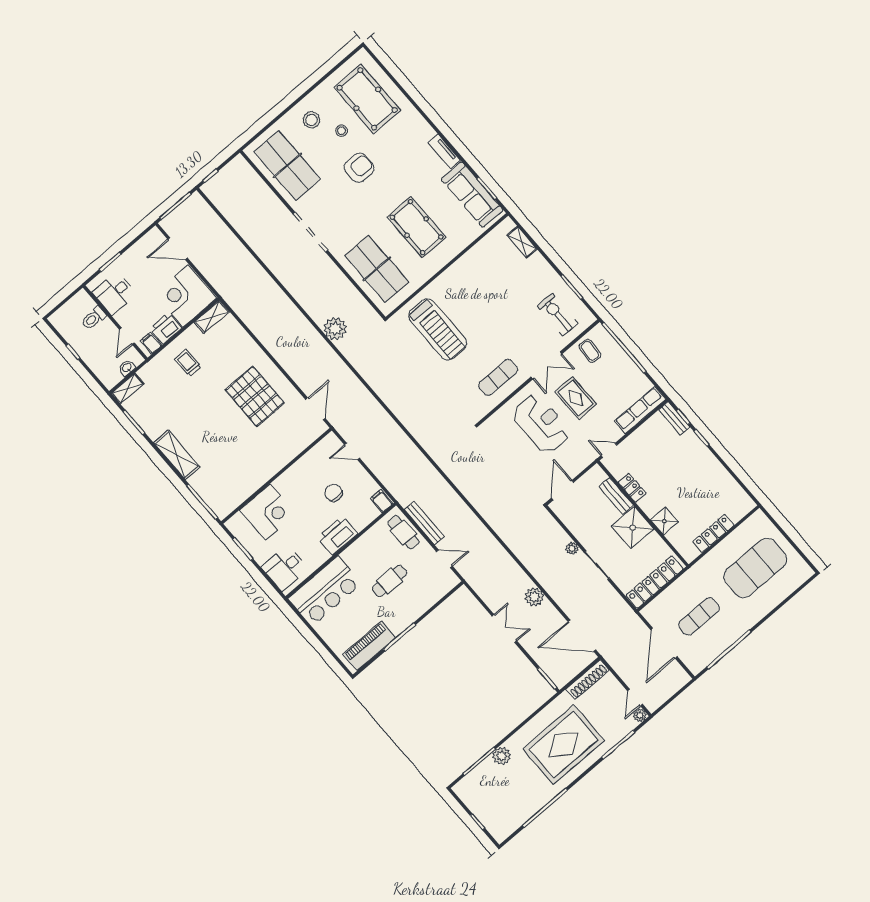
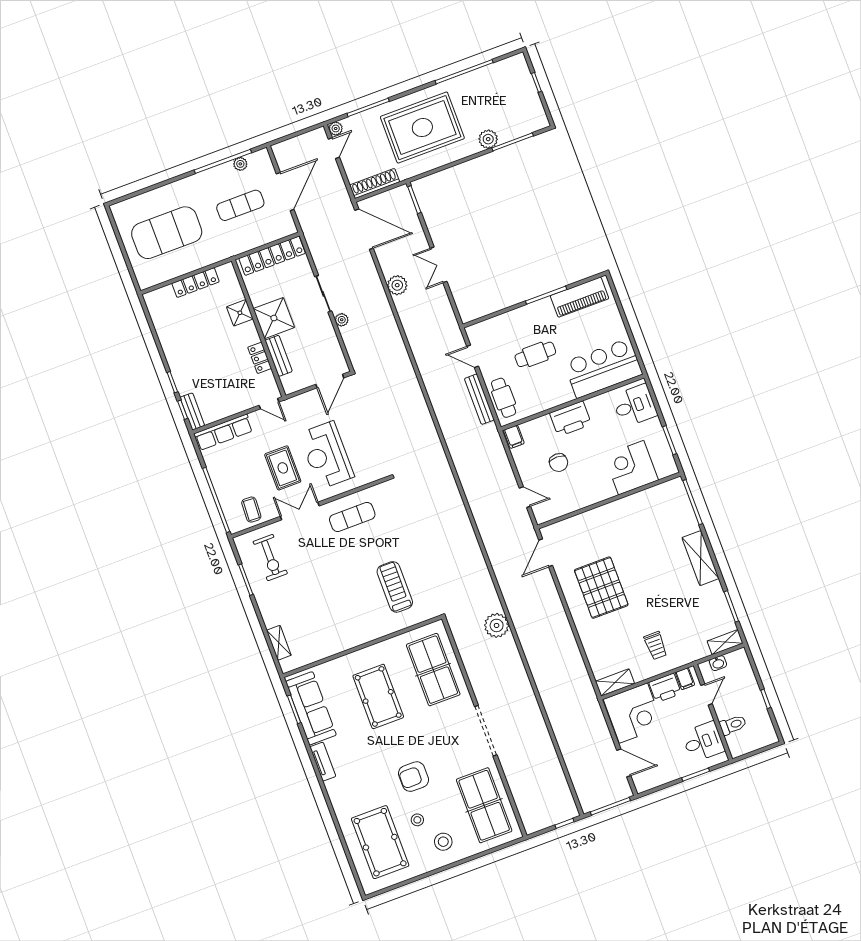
treadmill: (438, 329) -> (395, 587), width x0.73, depth x0.73
plant: (713, 653) -> (240, 164), added

